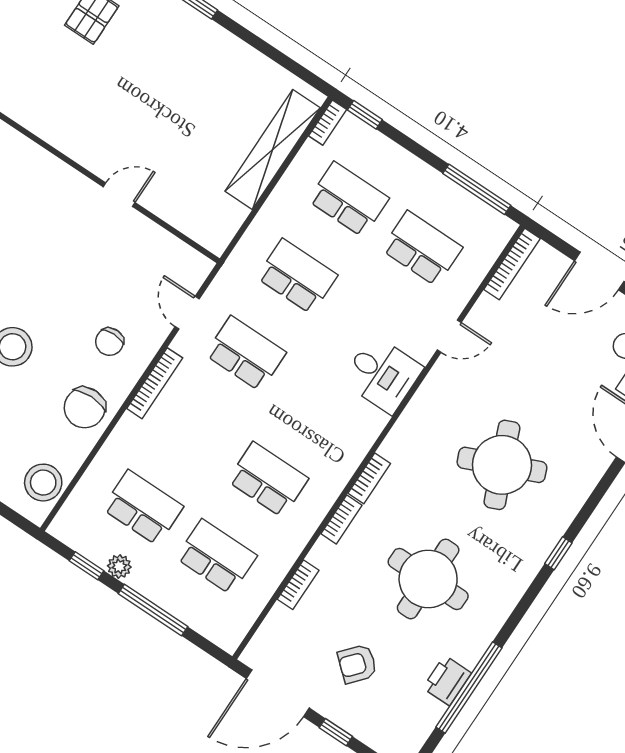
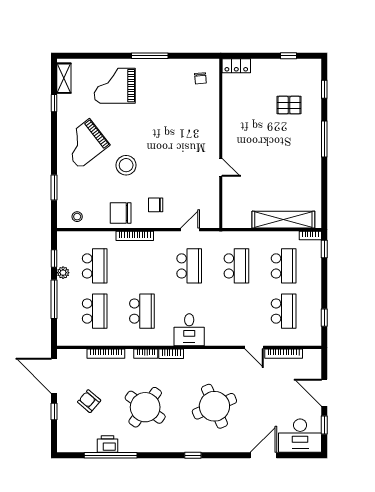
window: (477, 189) -> (324, 318), width x0.46
bookcase: (512, 264) -> (284, 354), moved
desk: (382, 374) -> (189, 330), moved
bookcase: (155, 383) -> (135, 236), moved
stool: (43, 483) -> (77, 217), width x0.53, depth x0.53
round table: (428, 579) -> (145, 407), turned 36
bookcase: (298, 585) -> (106, 354), width x1.56

